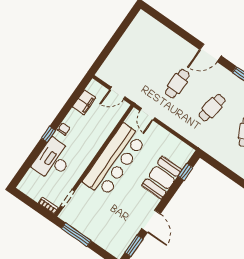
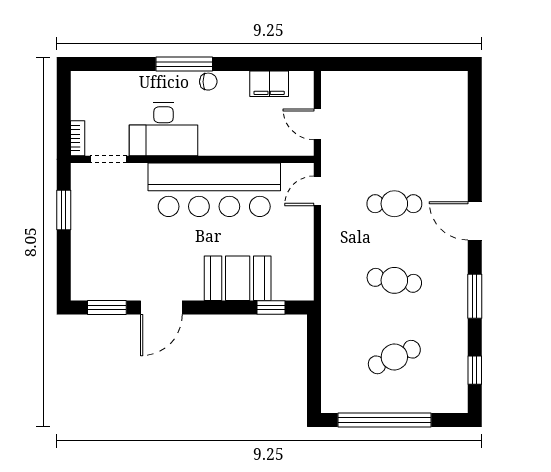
window: (48, 134) -> (184, 64), width x2.17
desk: (53, 160) -> (164, 129), moved, turned 180
window: (76, 235) -> (64, 210), width x0.69

